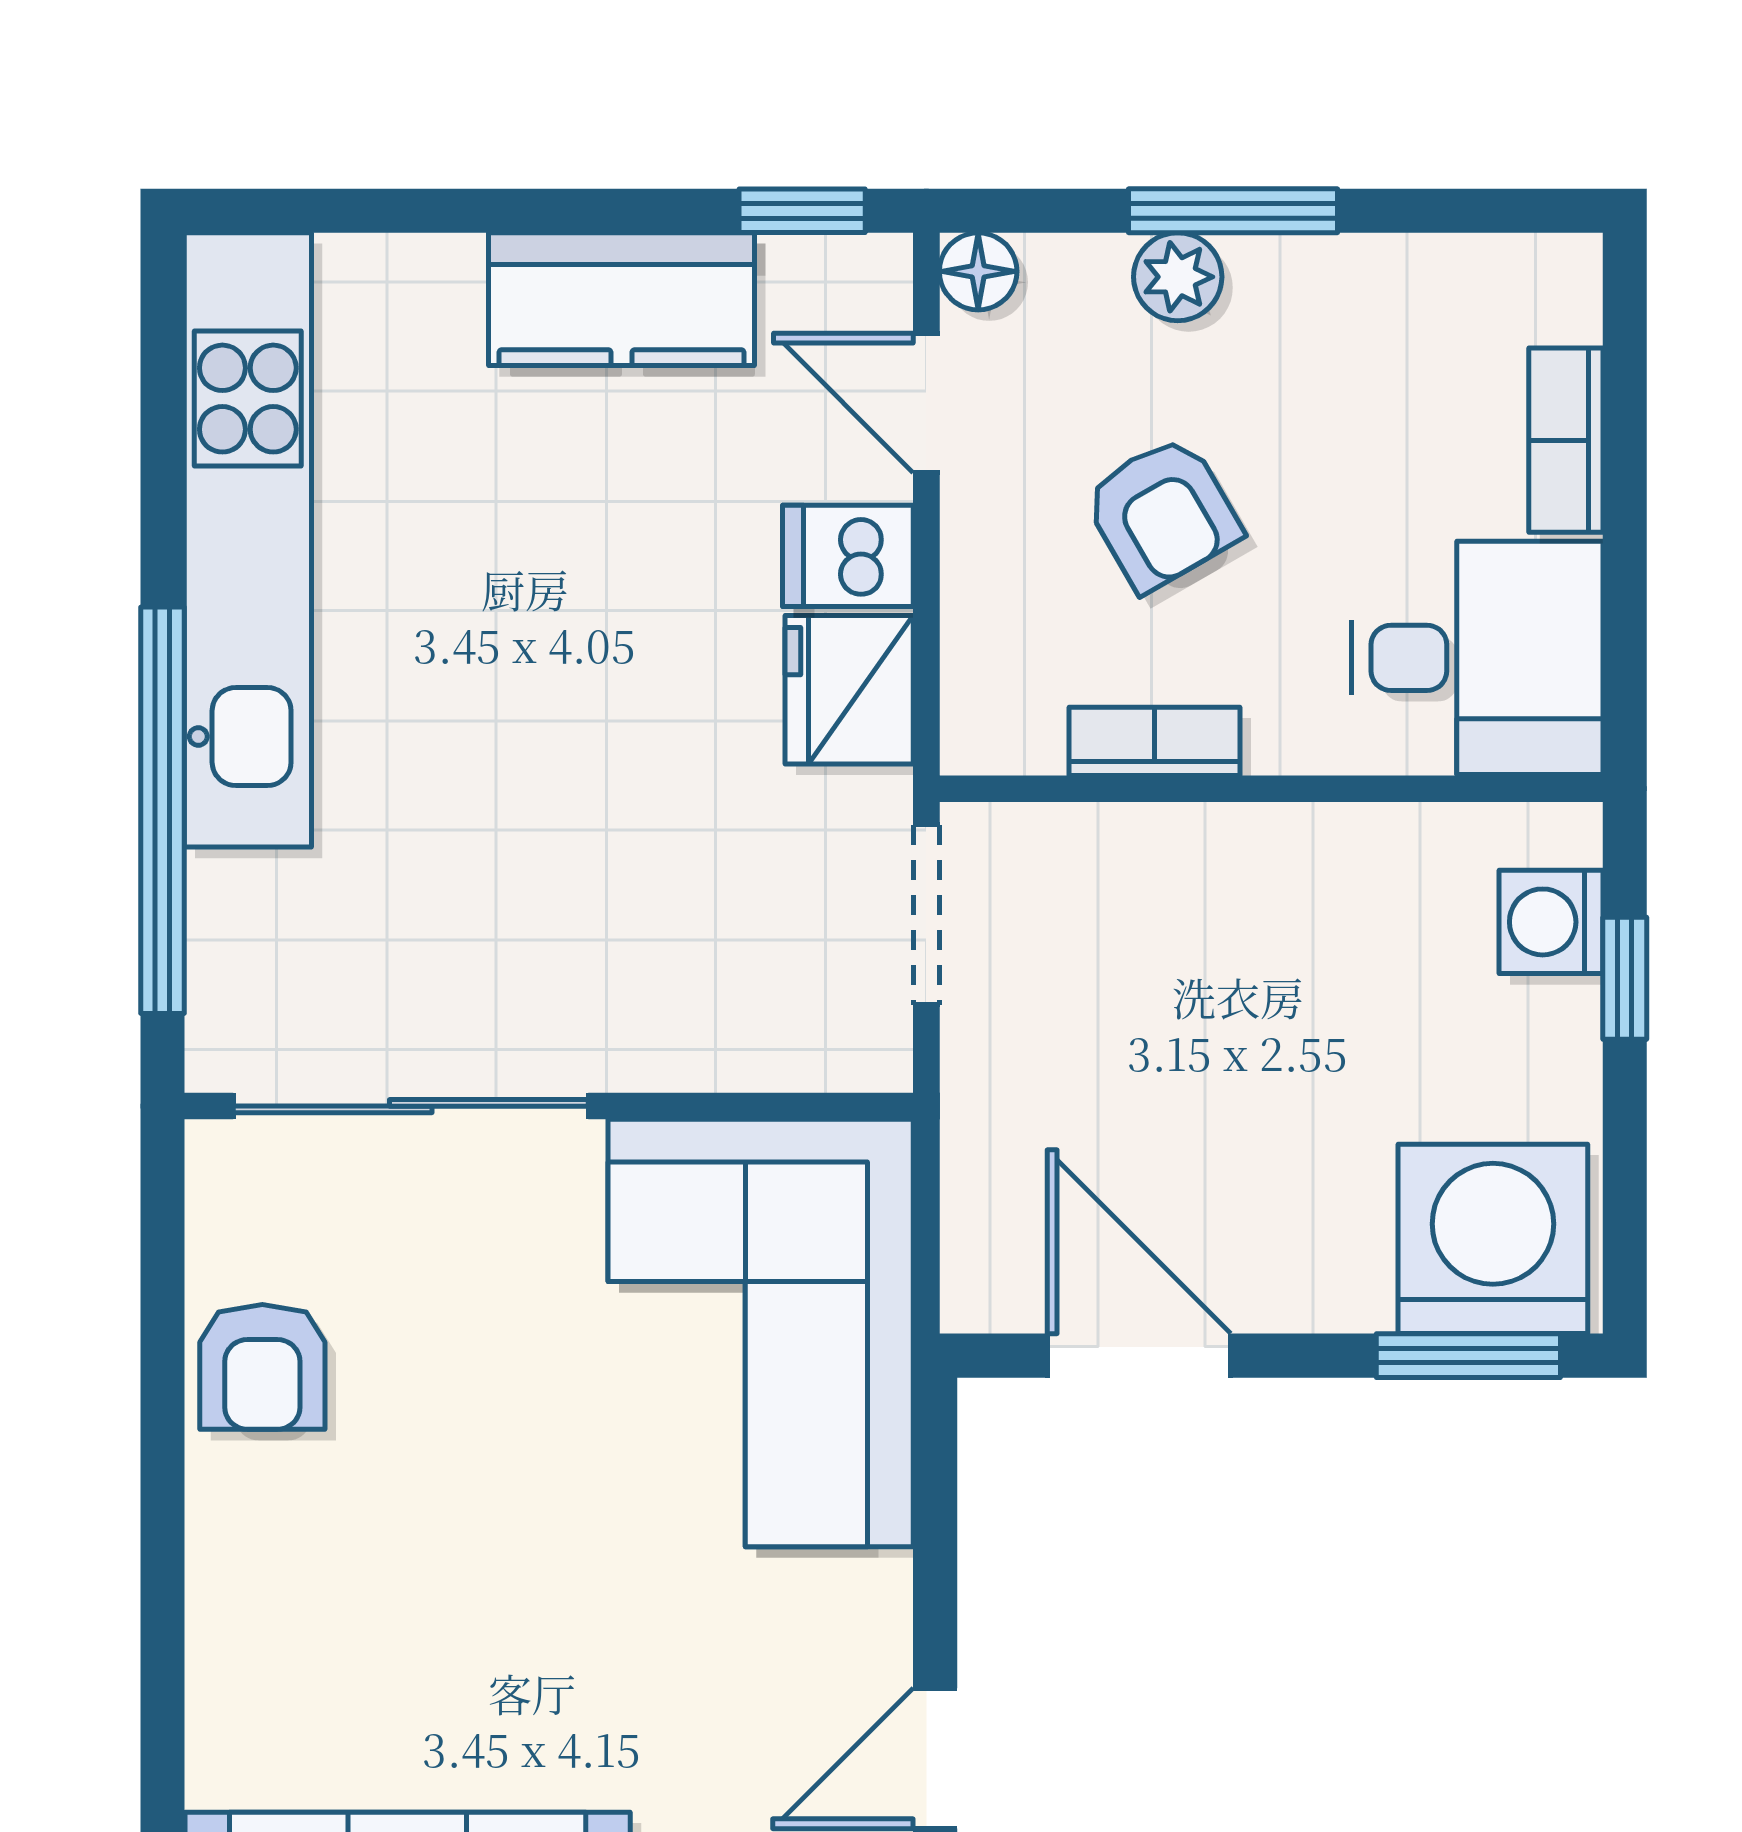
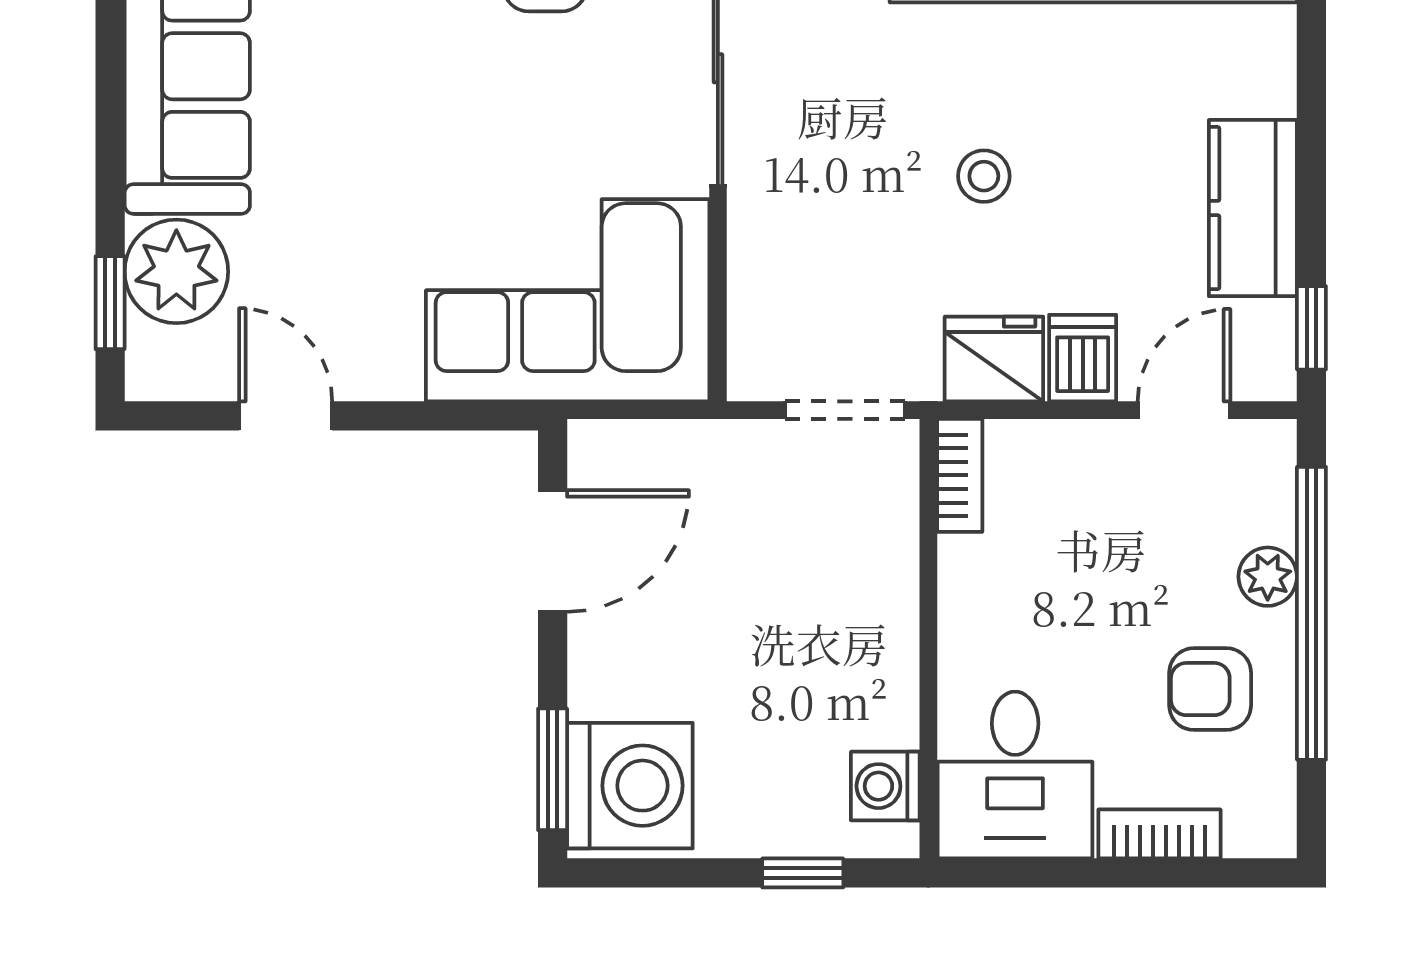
window: (1233, 211) -> (1311, 613), width x2.11
floor lamp: (978, 271) -> (1271, 444), removed
armchair: (1162, 513) -> (1210, 689), moved, turned 30
stool: (573, 705) -> (984, 176), added
bookcase: (1154, 741) -> (960, 475), moved
washing machine: (1551, 922) -> (885, 786), moved, turned -90

